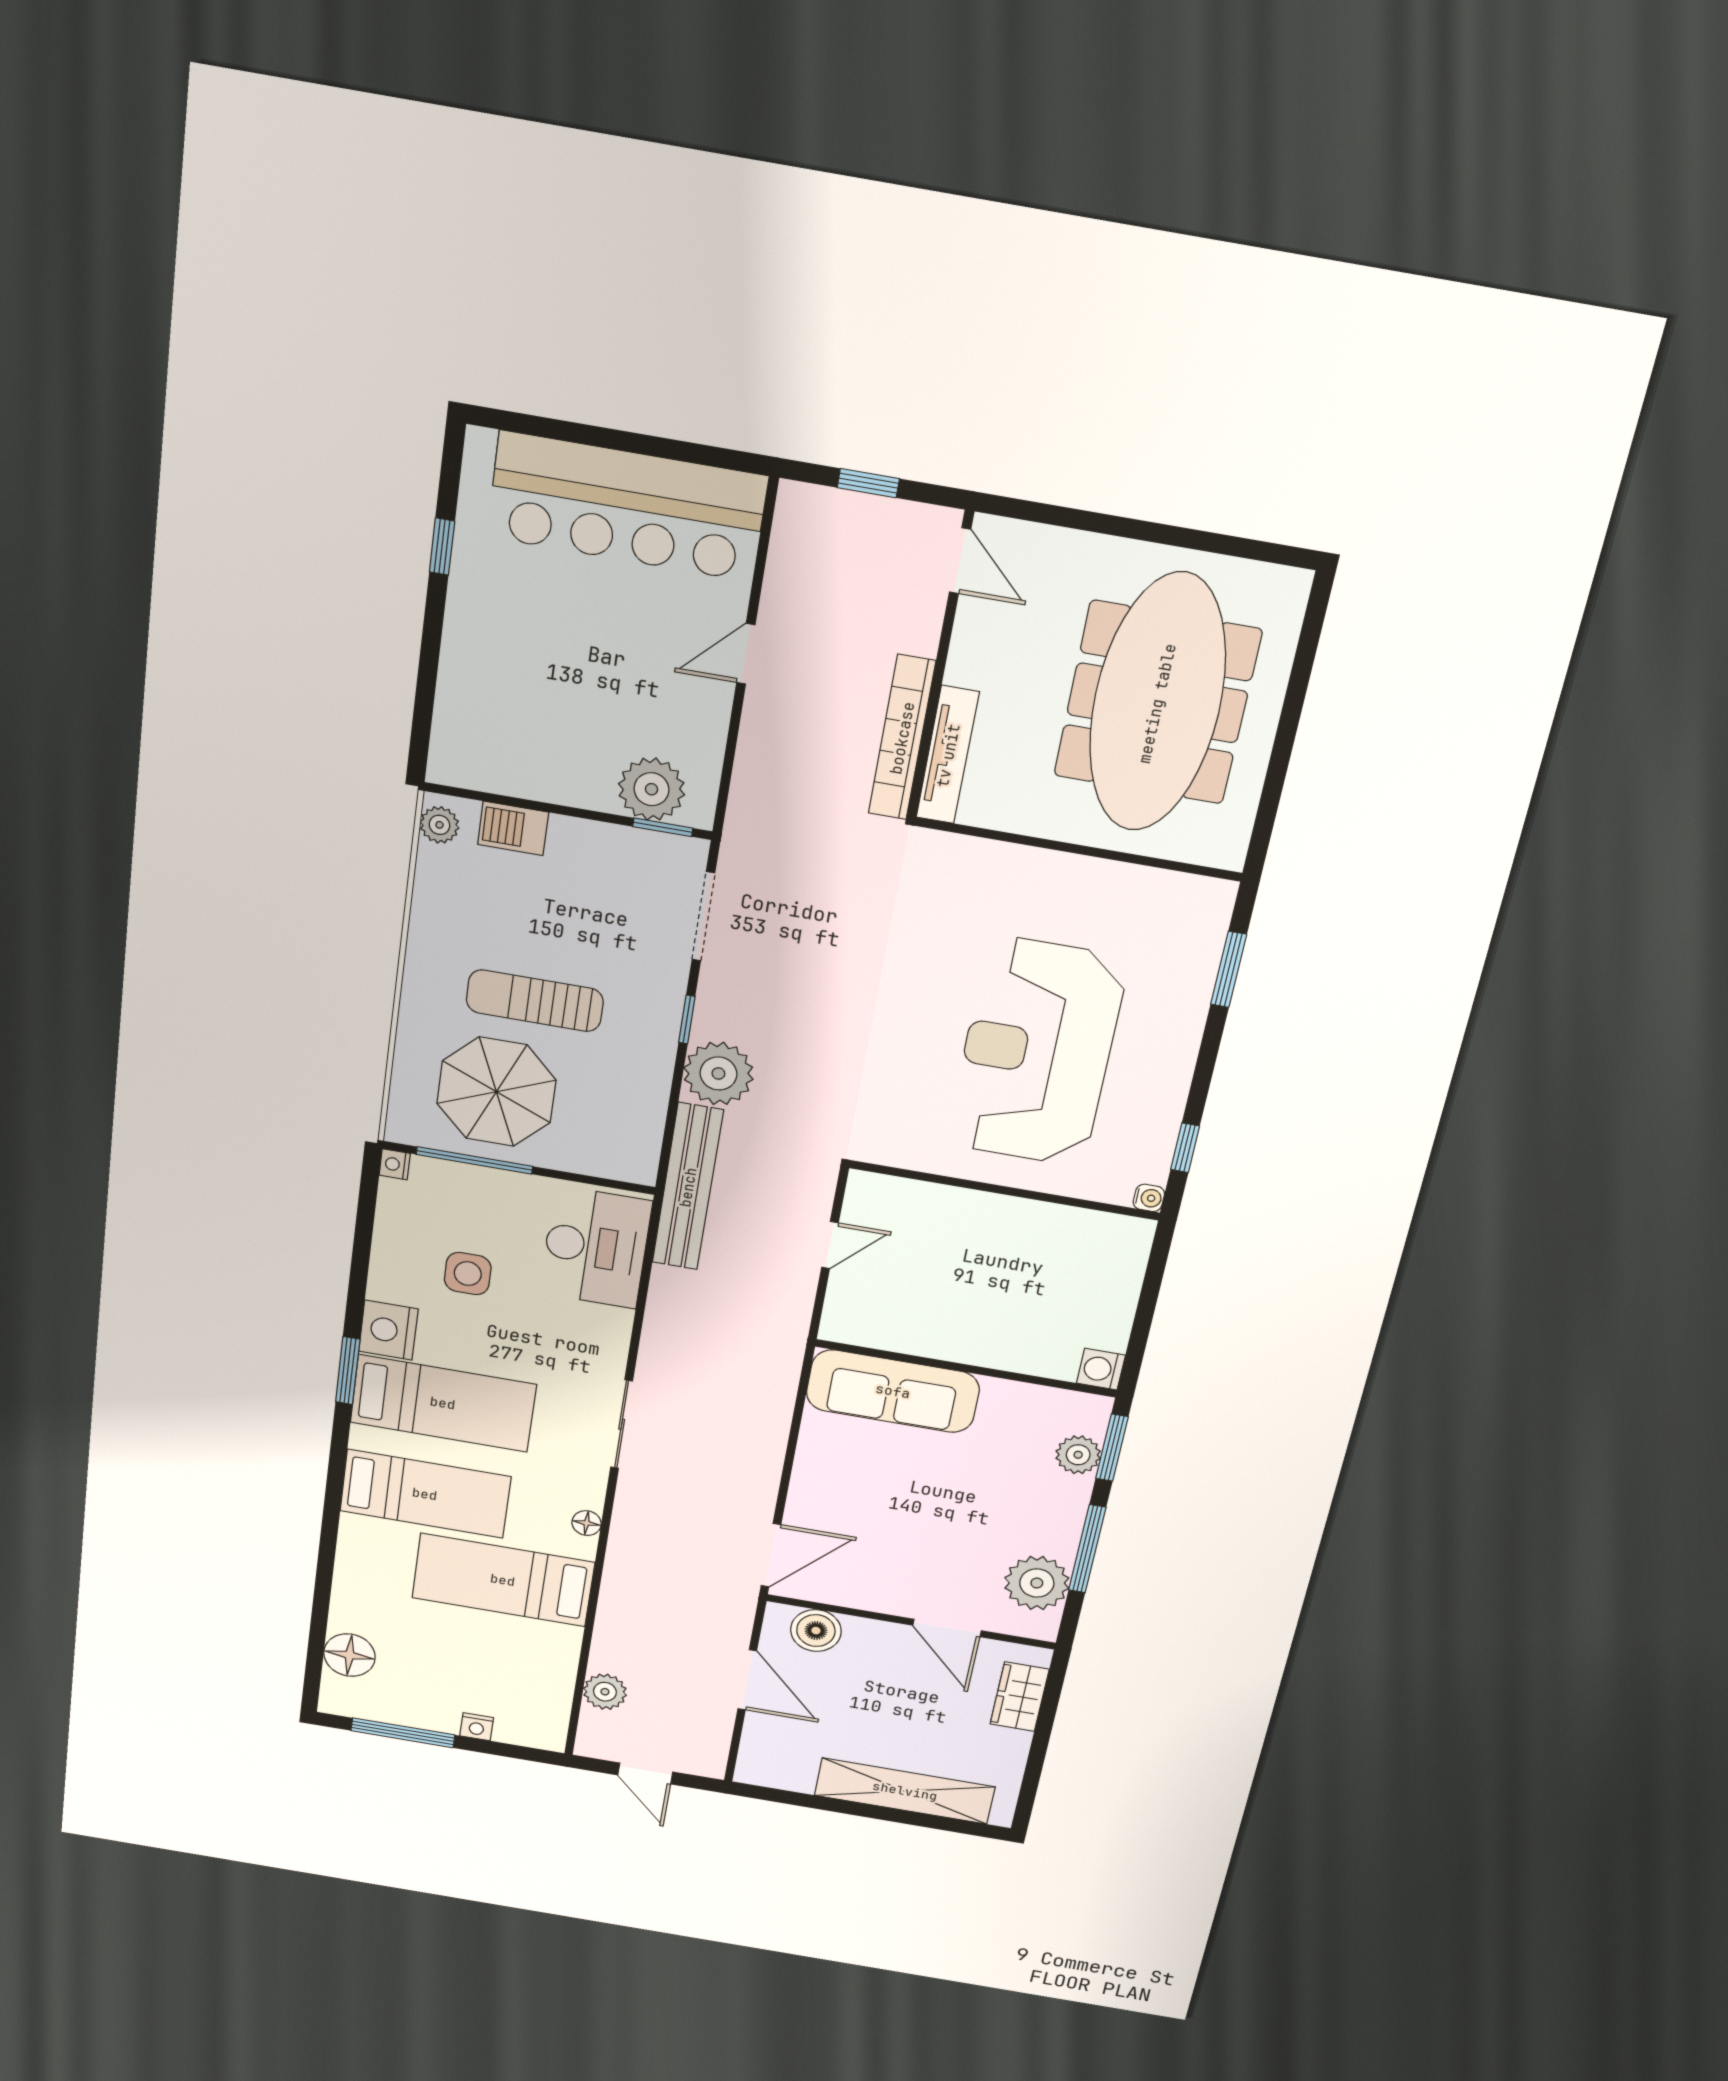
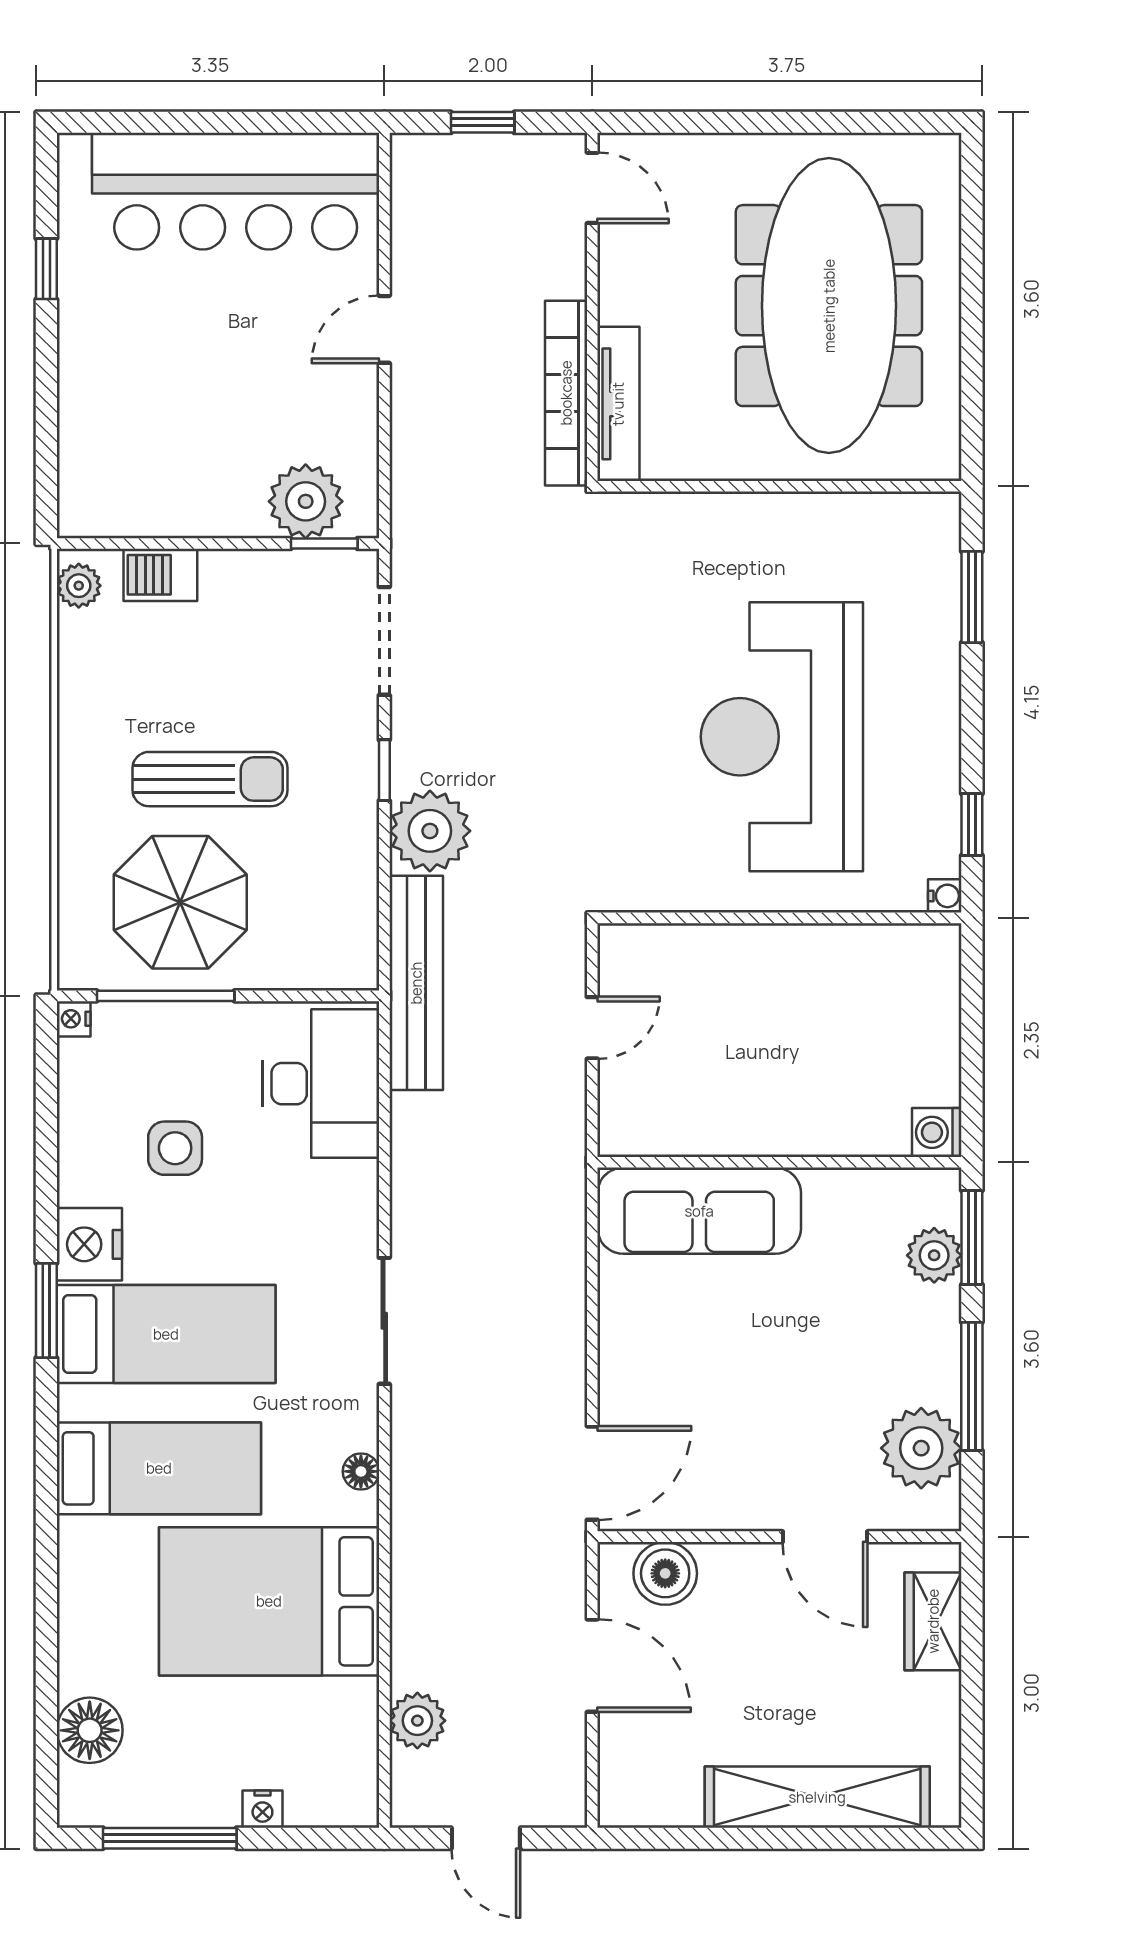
sun lounger: (535, 1001) -> (210, 779), turned 180
bed: (503, 1580) -> (269, 1601), width x1.50

